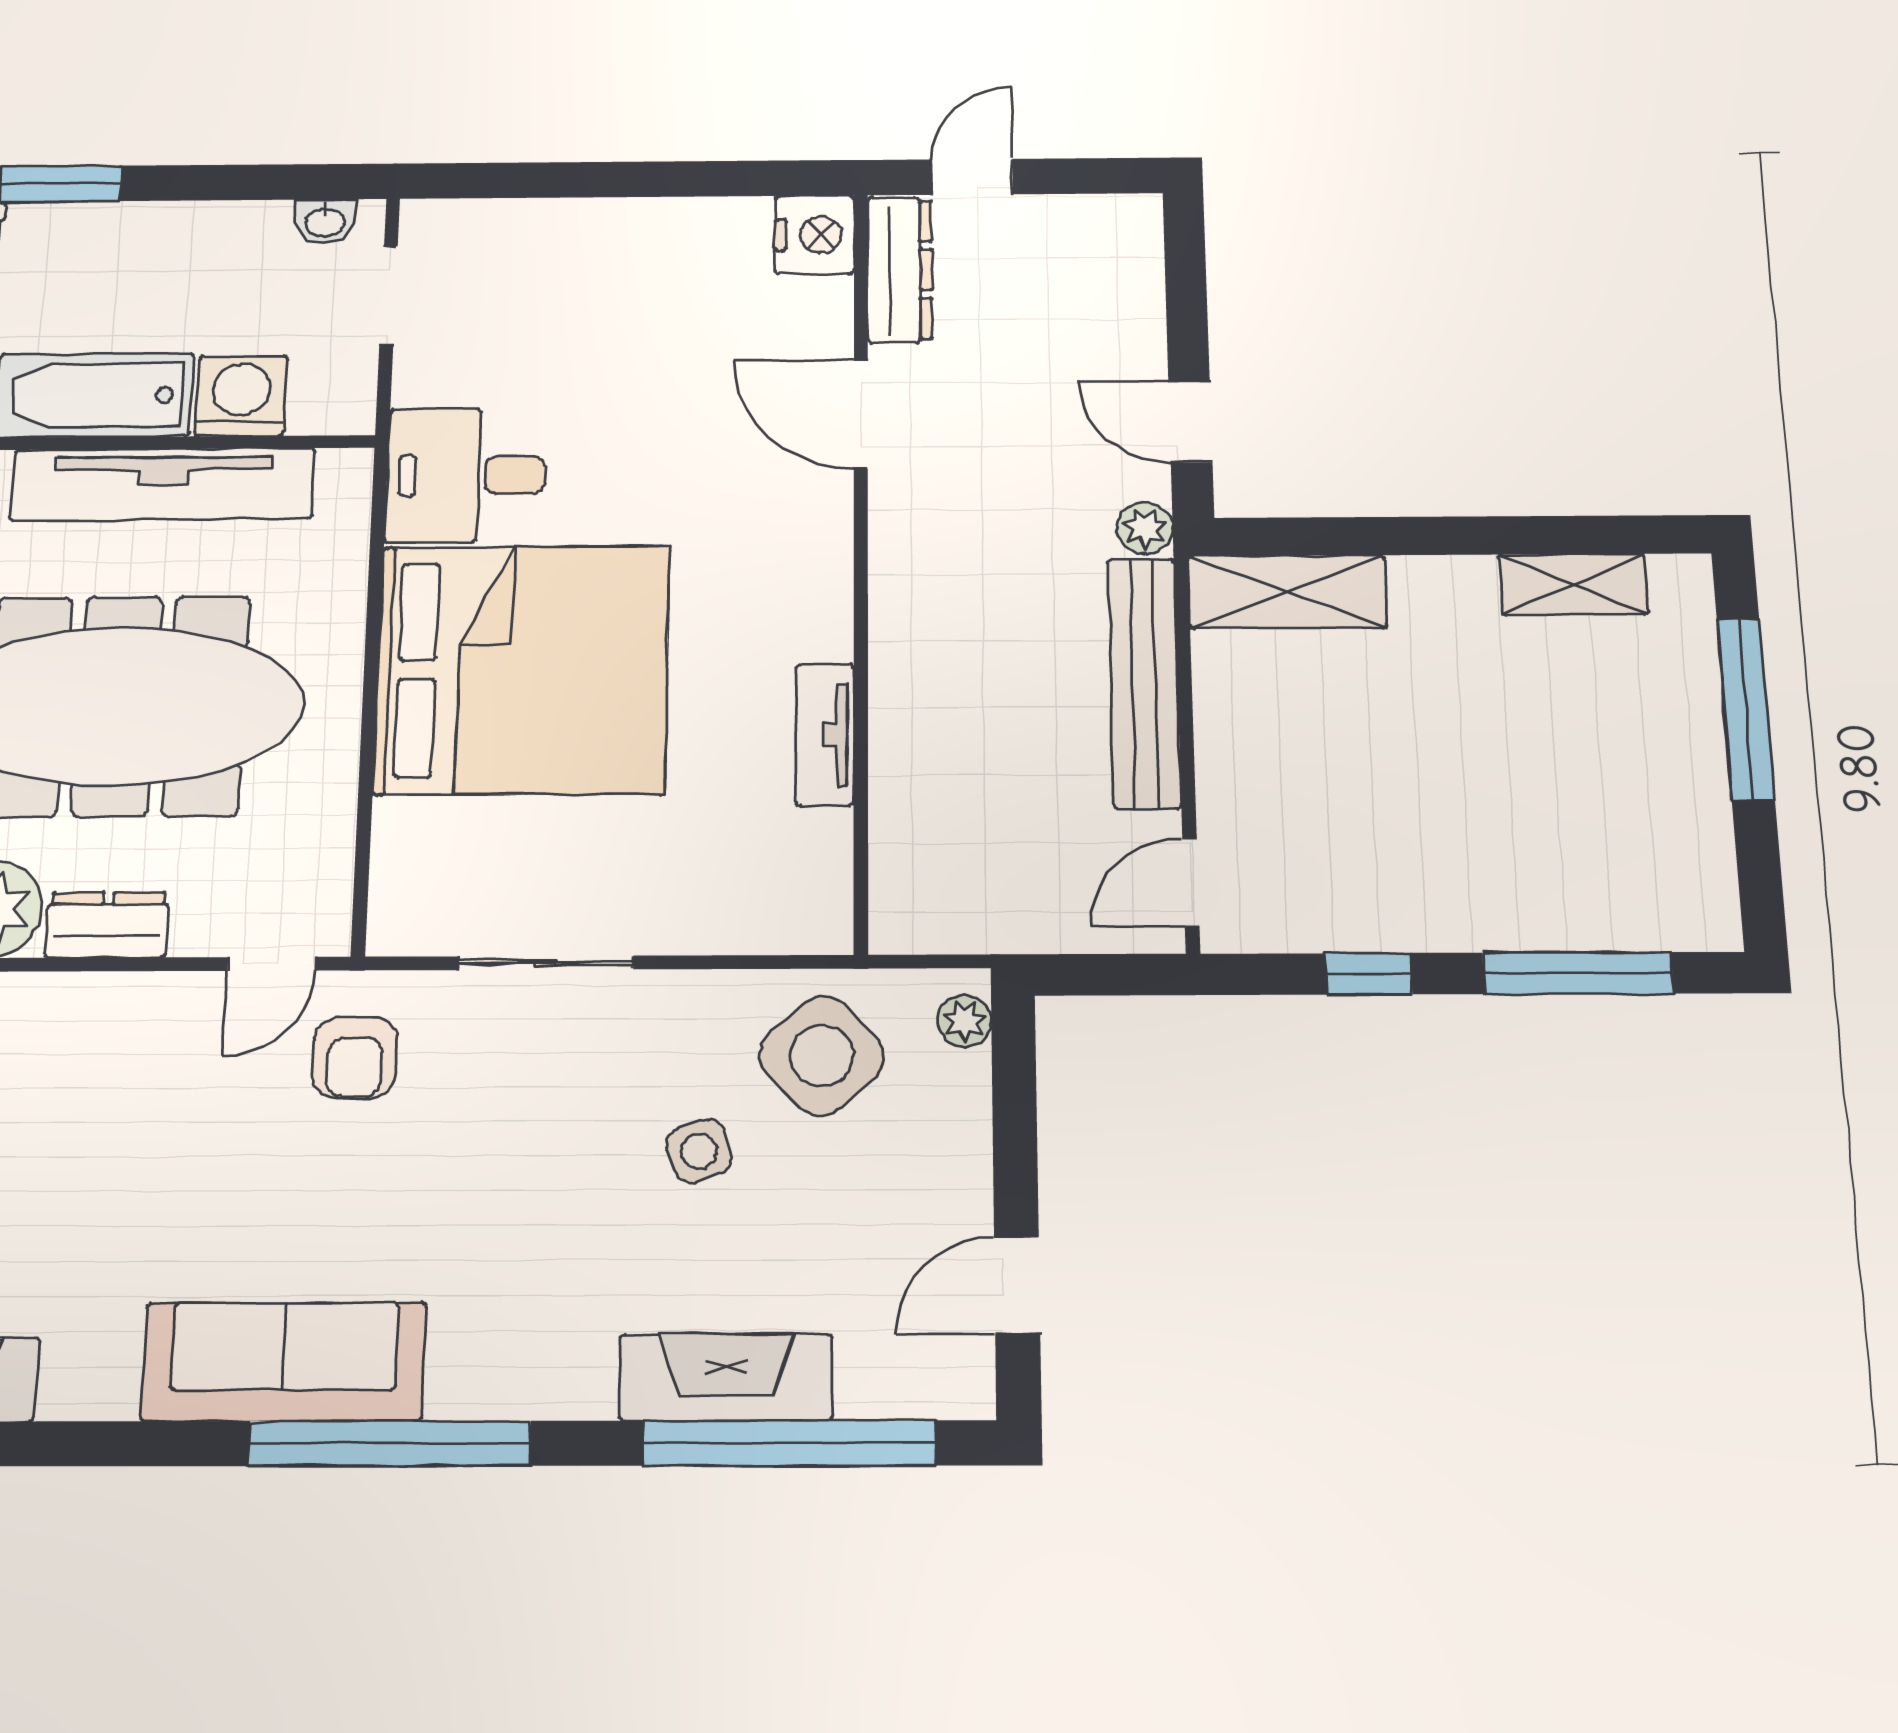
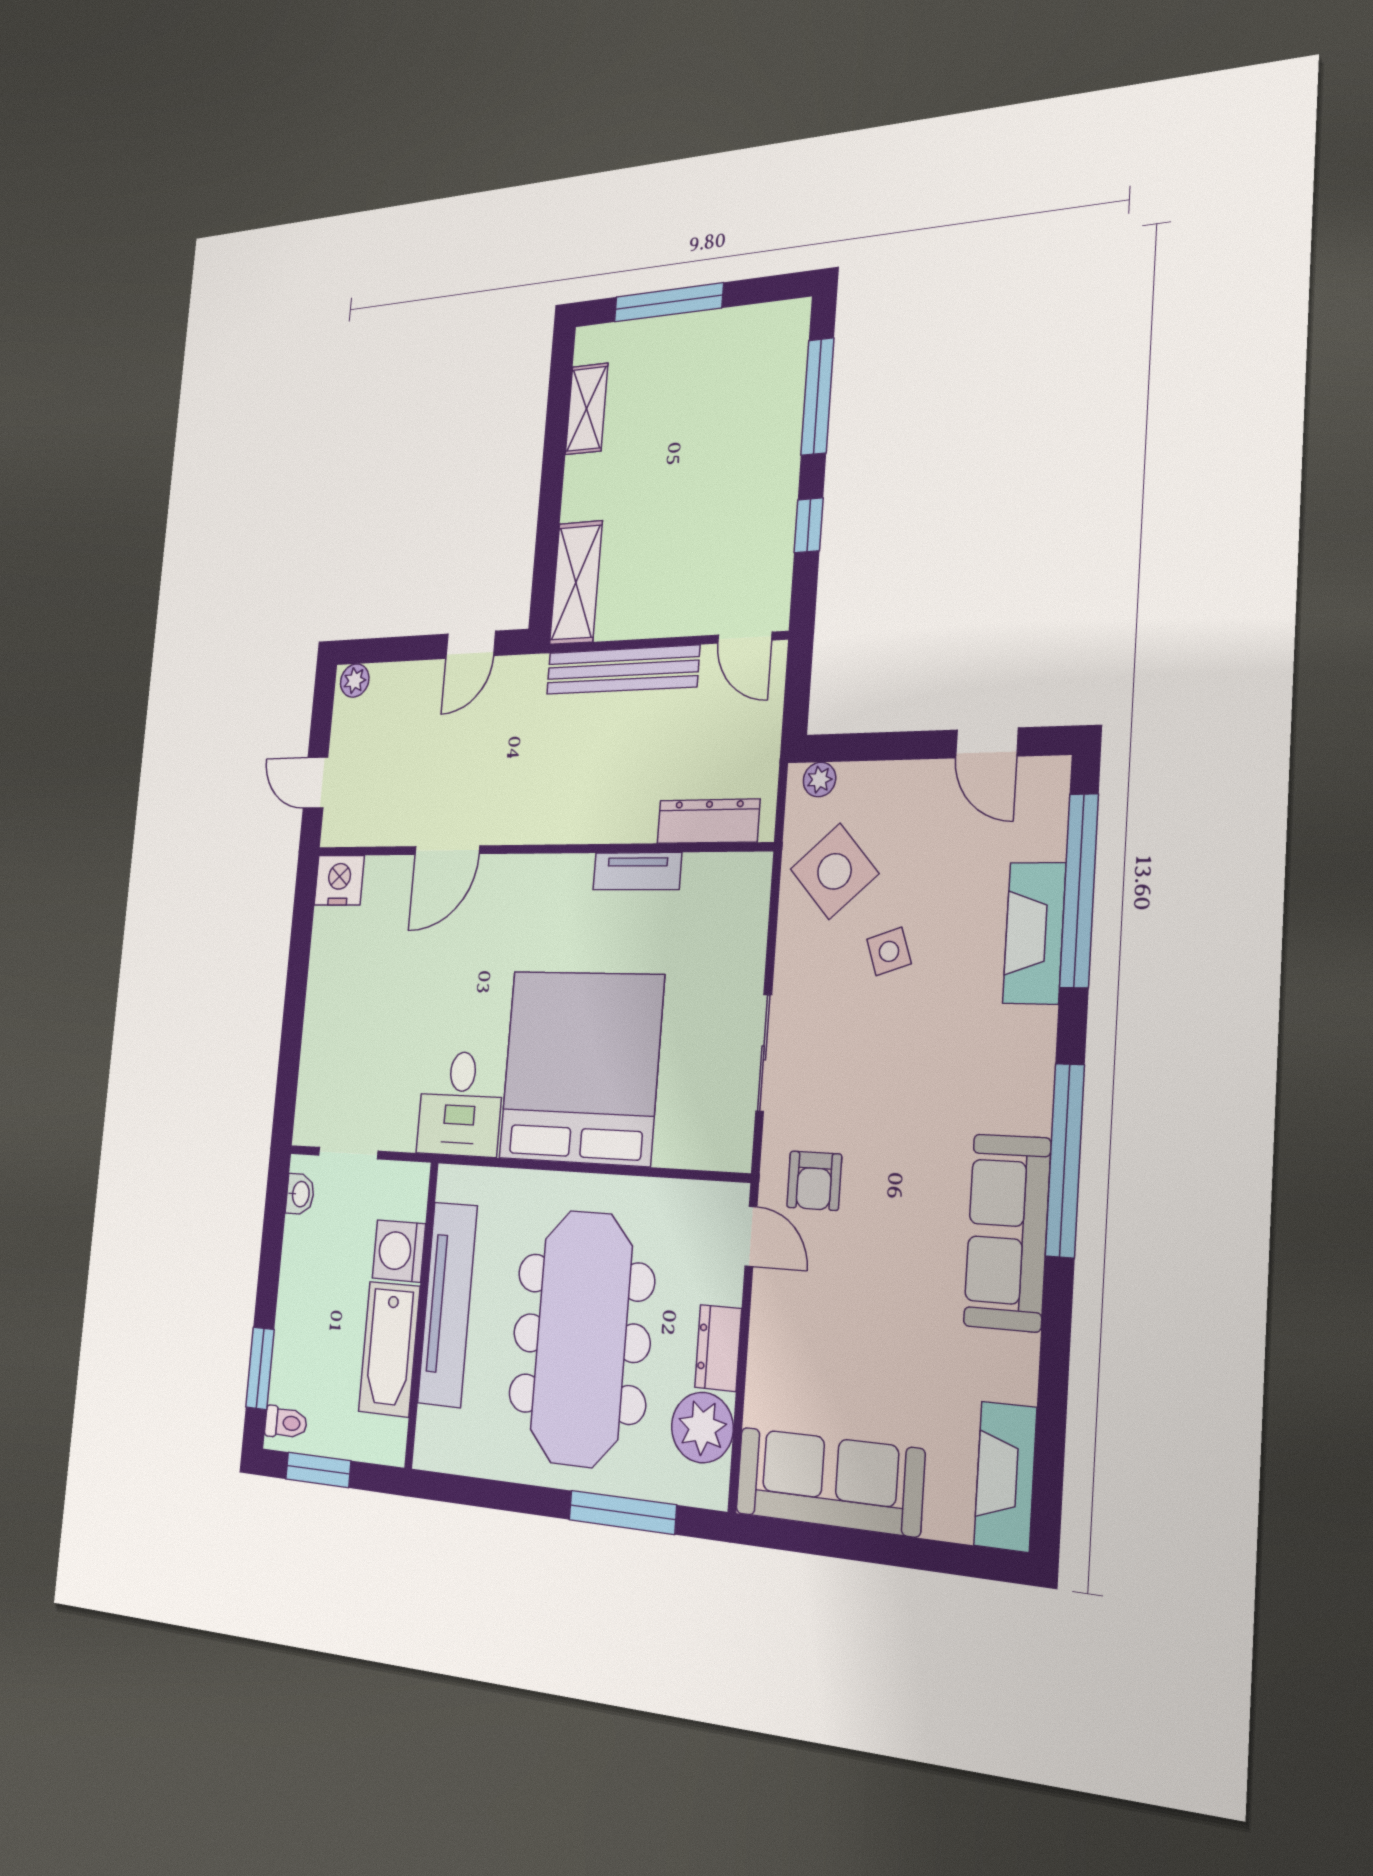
dresser: (900, 270) -> (708, 821), moved
plant: (1145, 528) -> (355, 681), moved
armchair: (355, 1057) -> (814, 1181), turned 90

